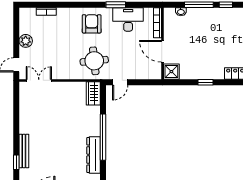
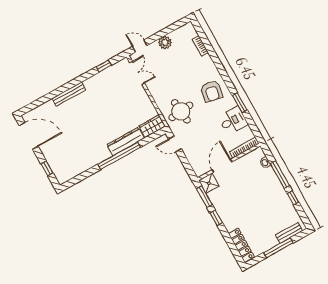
desk: (128, 19) -> (233, 121), width x0.73
armchair: (92, 24) -> (212, 91), turned 101
window: (181, 82) -> (204, 197), added
dresser: (94, 155) -> (126, 141), moved
window: (16, 162) -> (104, 66), moved

